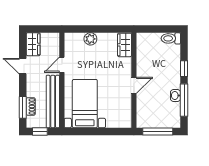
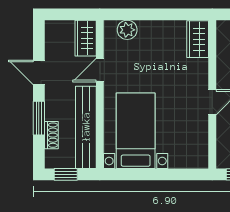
plant: (90, 39) -> (127, 30), moved
wardrobe: (33, 44) -> (86, 38), moved, turned 180
window: (23, 107) -> (39, 118), moved

